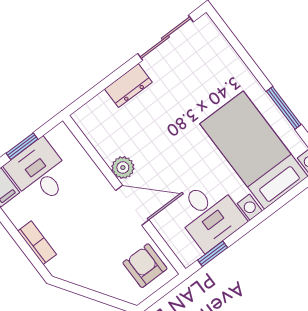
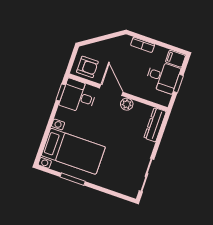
dresser: (128, 86) -> (155, 125), moved, width x1.44
door: (132, 205) -> (111, 90), swing flipped
desk: (209, 215) -> (78, 96), moved

